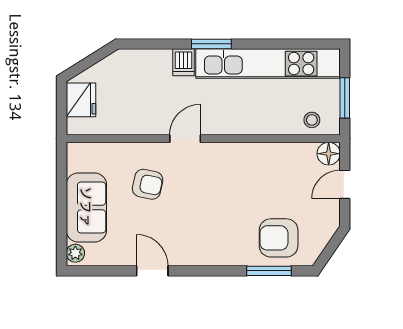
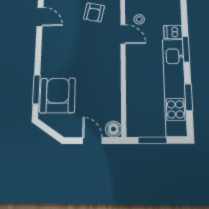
window: (284, 44) -> (189, 97), added
stool: (312, 120) -> (139, 19), moved
armchair: (279, 238) -> (58, 95), width x1.36, depth x1.36
door: (152, 271) -> (40, 17), hinge flipped

